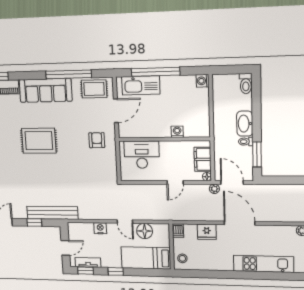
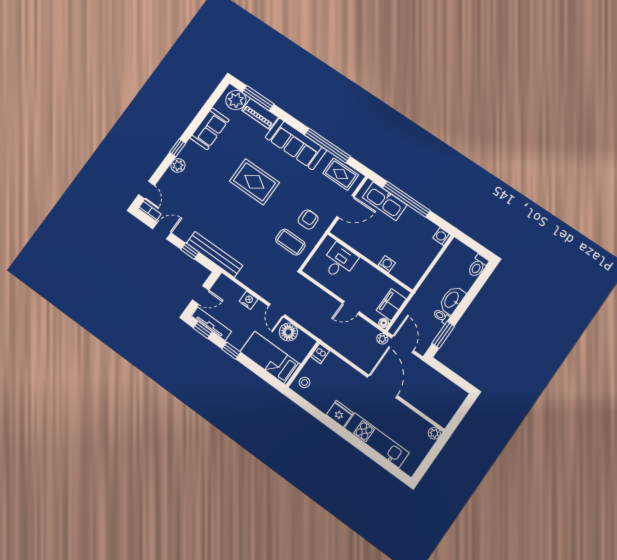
desk: (142, 155) -> (339, 261), width x0.73
coffee table: (97, 166) -> (290, 242), added
fridge: (207, 232) -> (340, 414), moved, turned 180
tv unit: (88, 262) -> (211, 324), width x1.41

